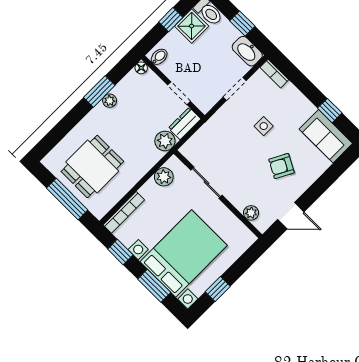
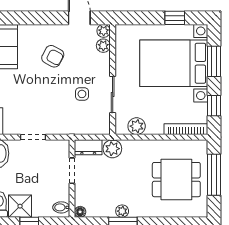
side table: (264, 126) -> (82, 94), moved
plant: (262, 224) -> (104, 31), added

